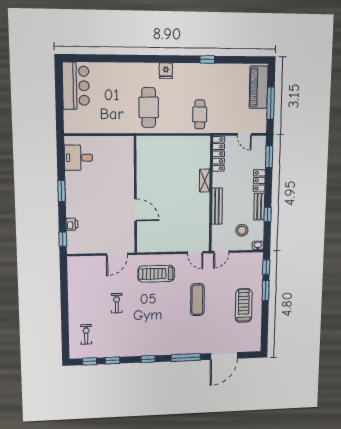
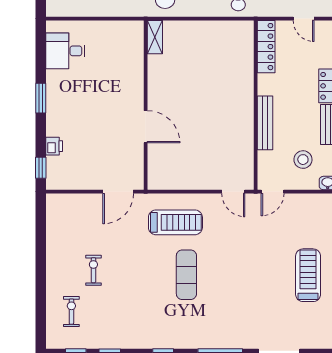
shelving: (205, 181) -> (155, 37), moved
treadmill: (156, 274) -> (175, 222), turned 180
exercise mat: (197, 300) -> (186, 275), moved
exercise bike: (117, 303) -> (93, 270), moved

